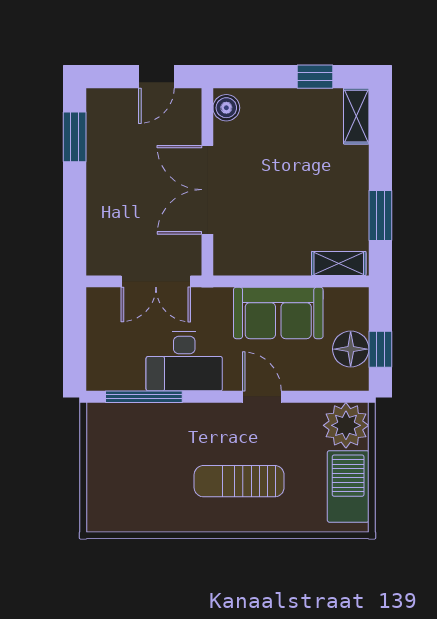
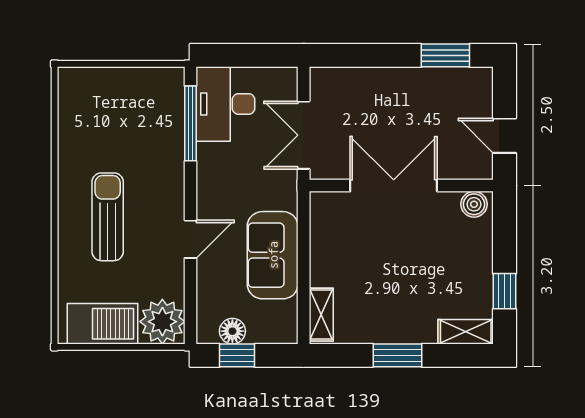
window: (380, 215) -> (397, 355), moved
floor lamp: (351, 349) -> (232, 331), width x0.73, depth x0.73
desk: (184, 361) -> (225, 104), moved

